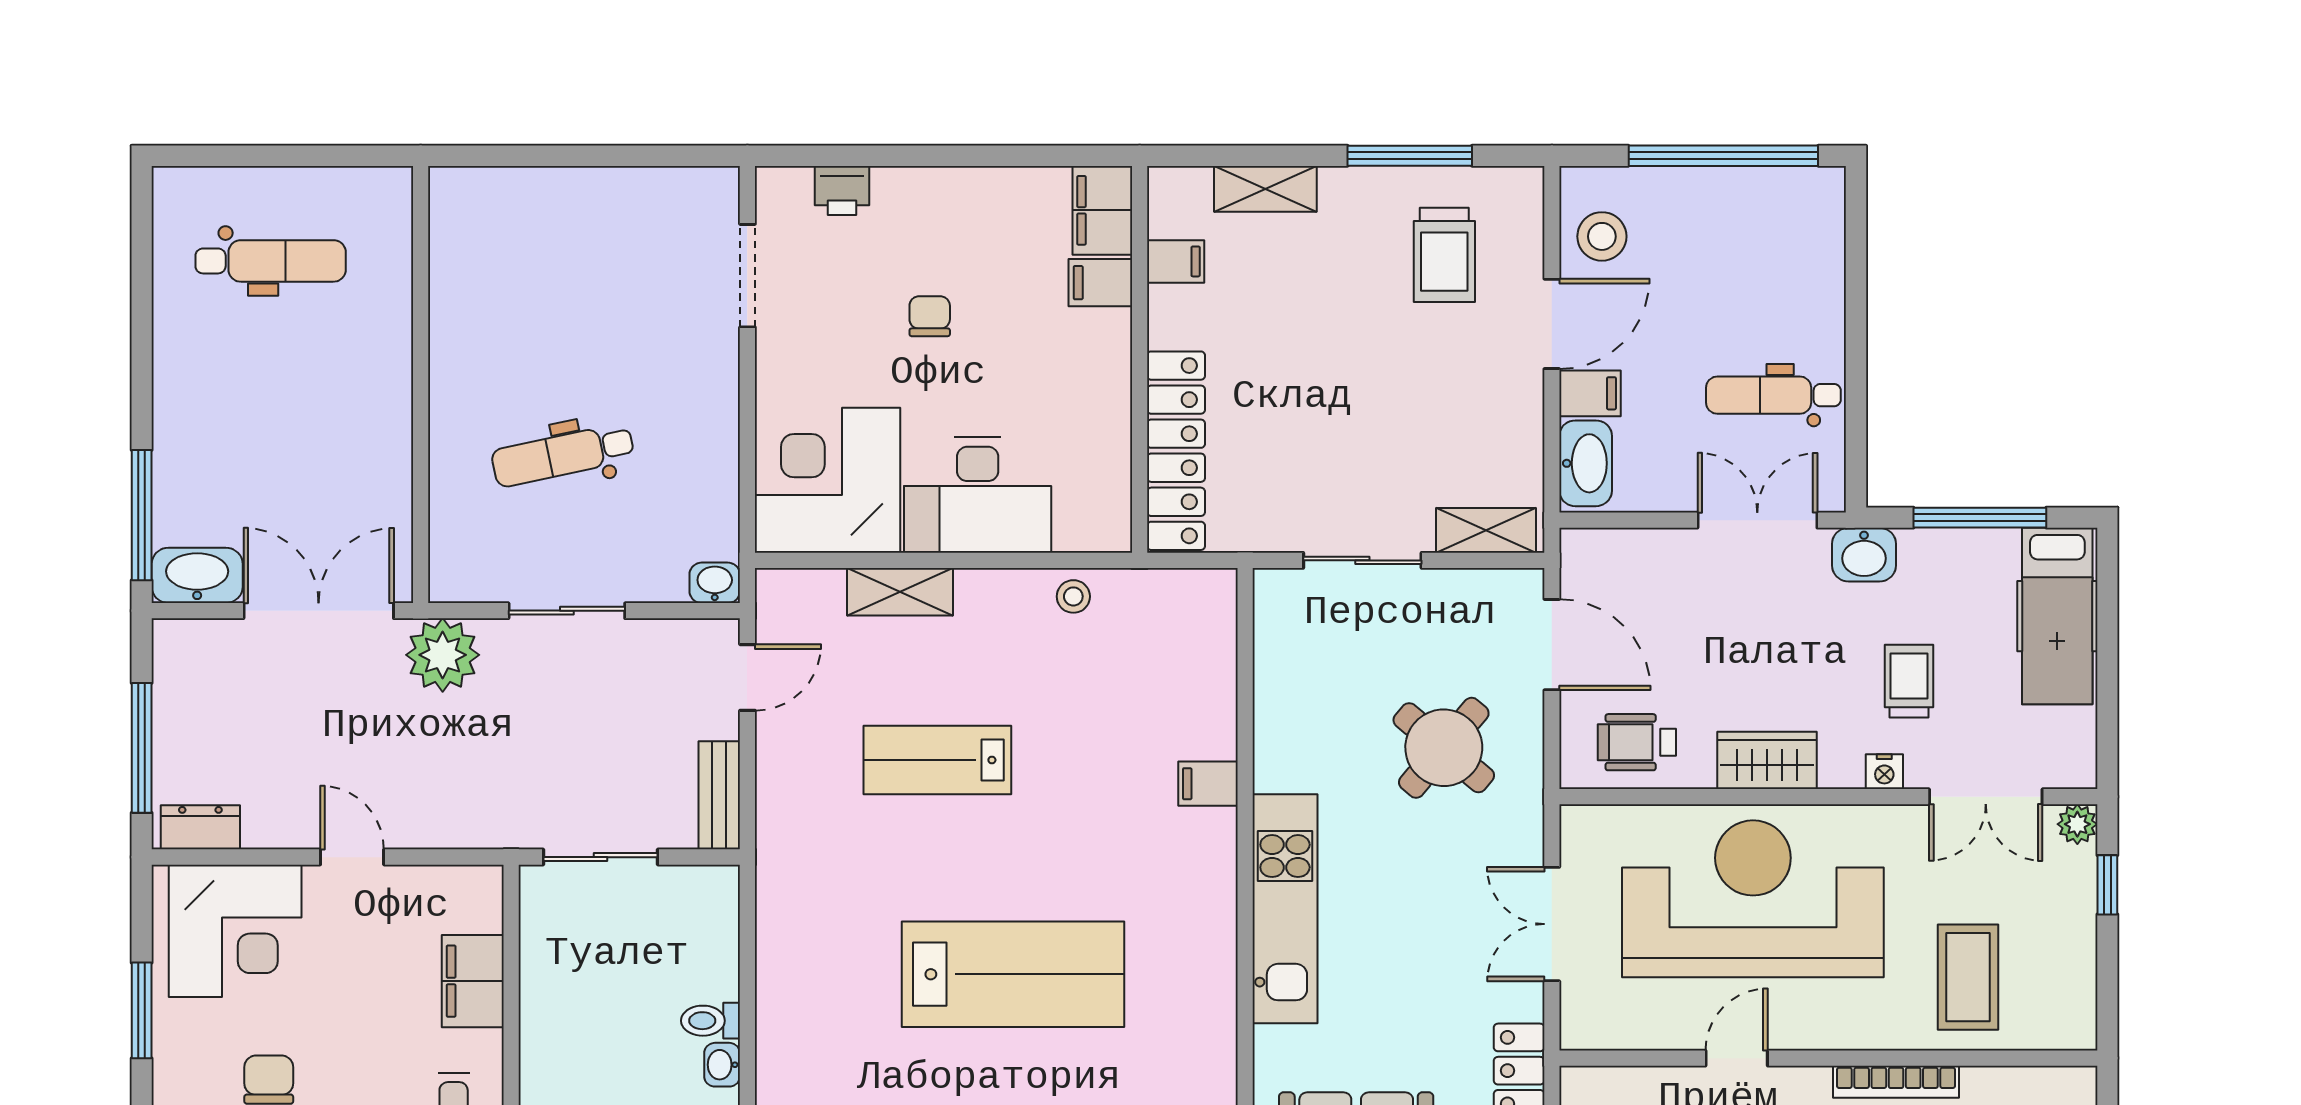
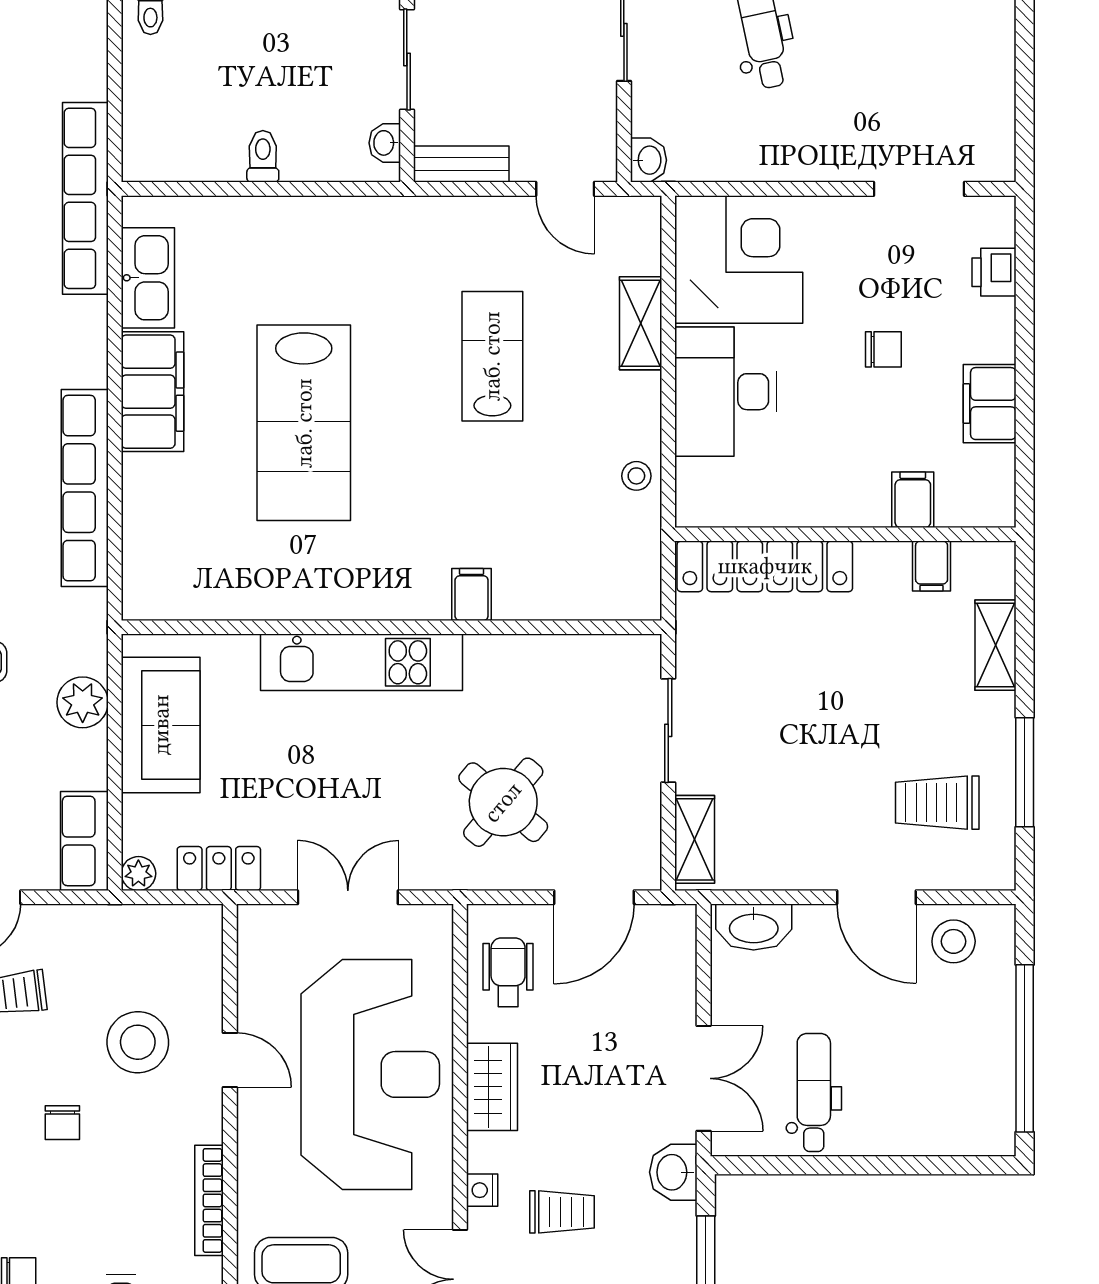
filing cabinet: (1102, 210) -> (990, 404), moved, turned -90
filing cabinet: (1590, 393) -> (815, 931), removed
washbasin: (722, 1065) -> (385, 143), moved, turned -90

